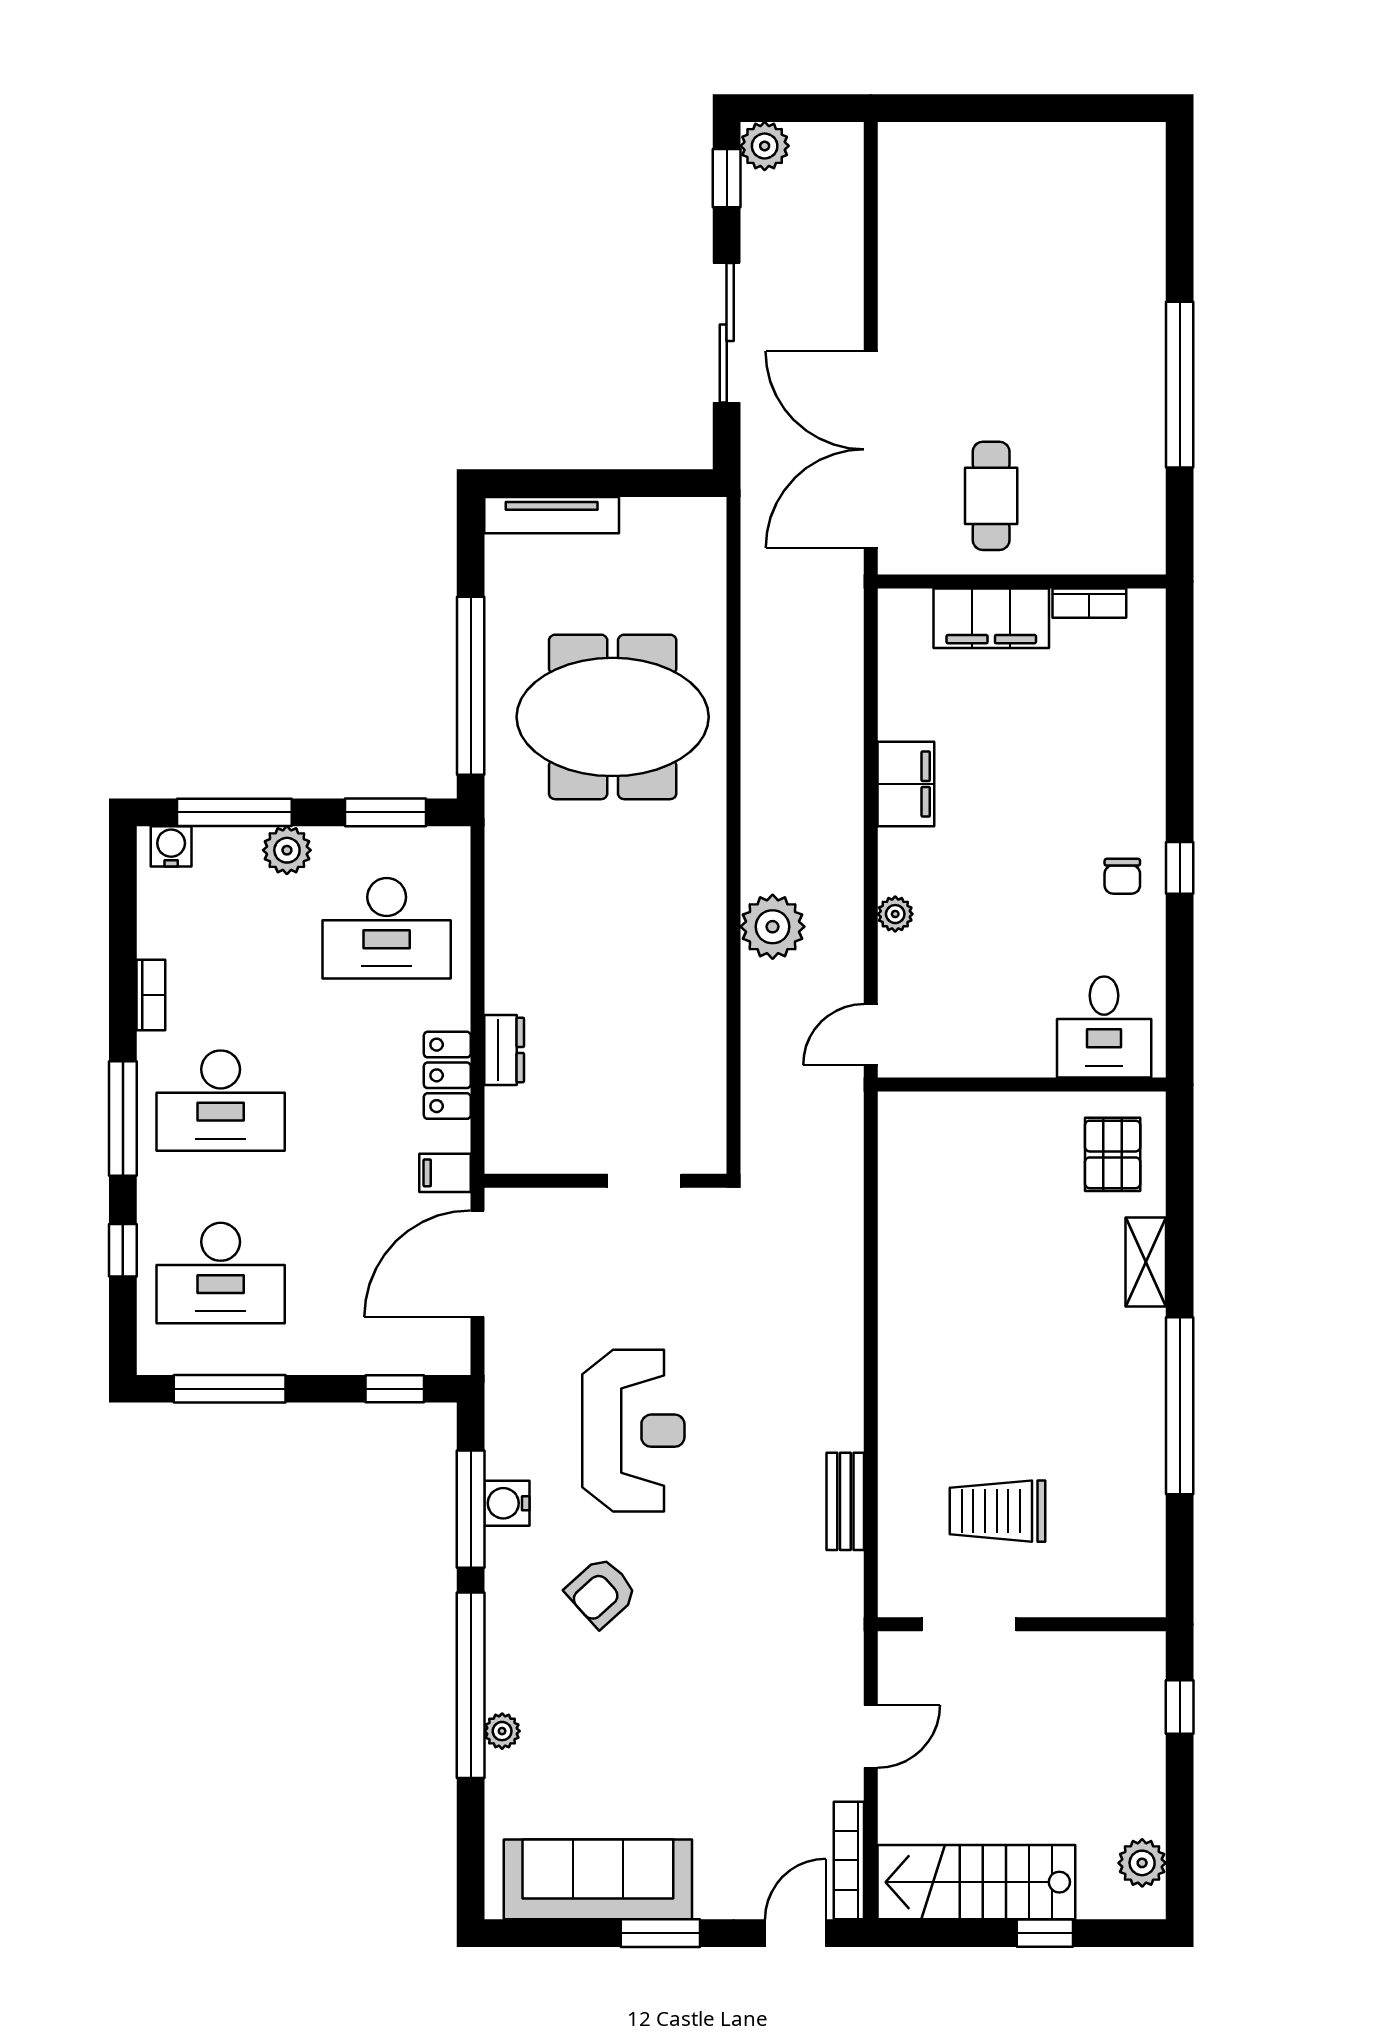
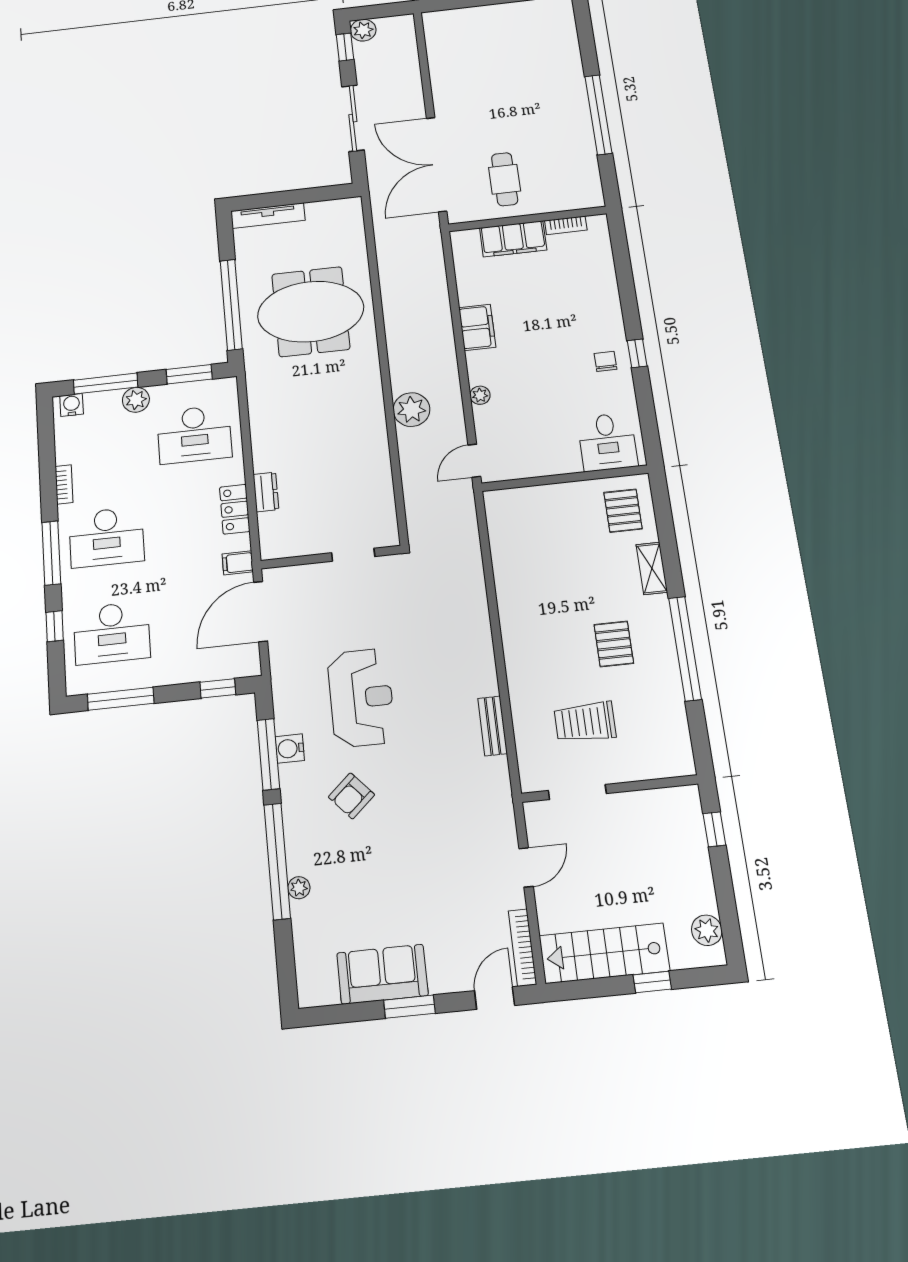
chair: (1122, 876) -> (605, 361), turned 180
pallet: (1063, 1385) -> (614, 644), added
sofa: (598, 1879) -> (382, 974), width x0.73

